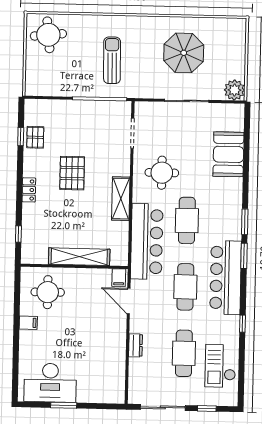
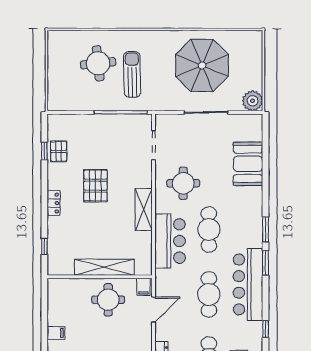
round table: (48, 35) -> (98, 63), moved
parasol: (184, 53) -> (202, 65), width x1.36, depth x1.36
bar counter: (147, 241) -> (170, 241), width x0.73
round table: (48, 292) -> (108, 300), moved
door: (129, 301) -> (154, 310), swing flipped

